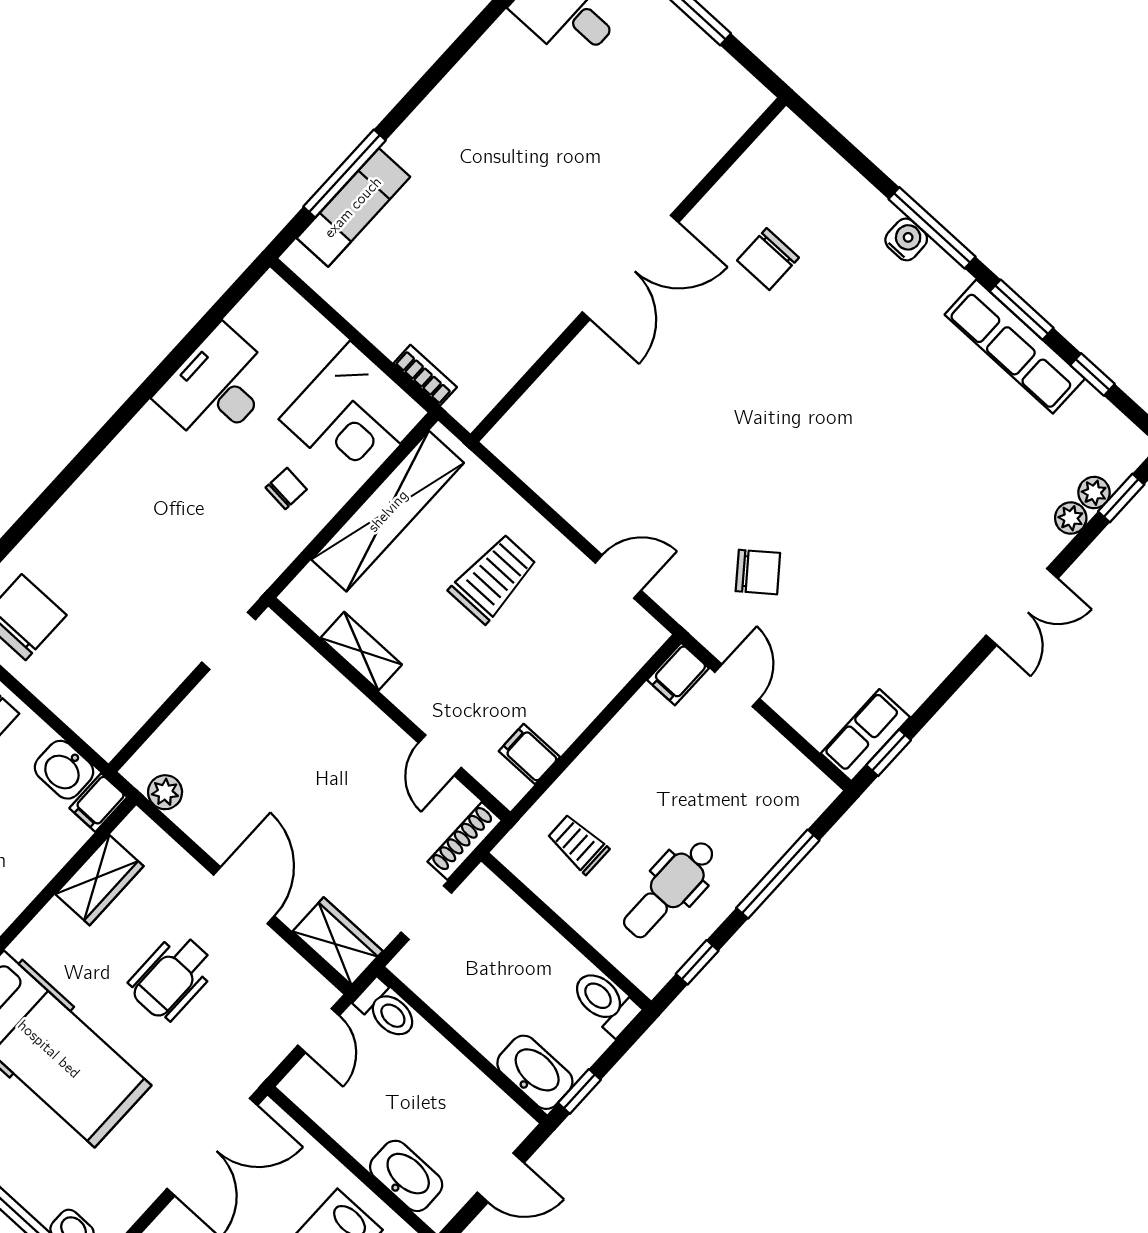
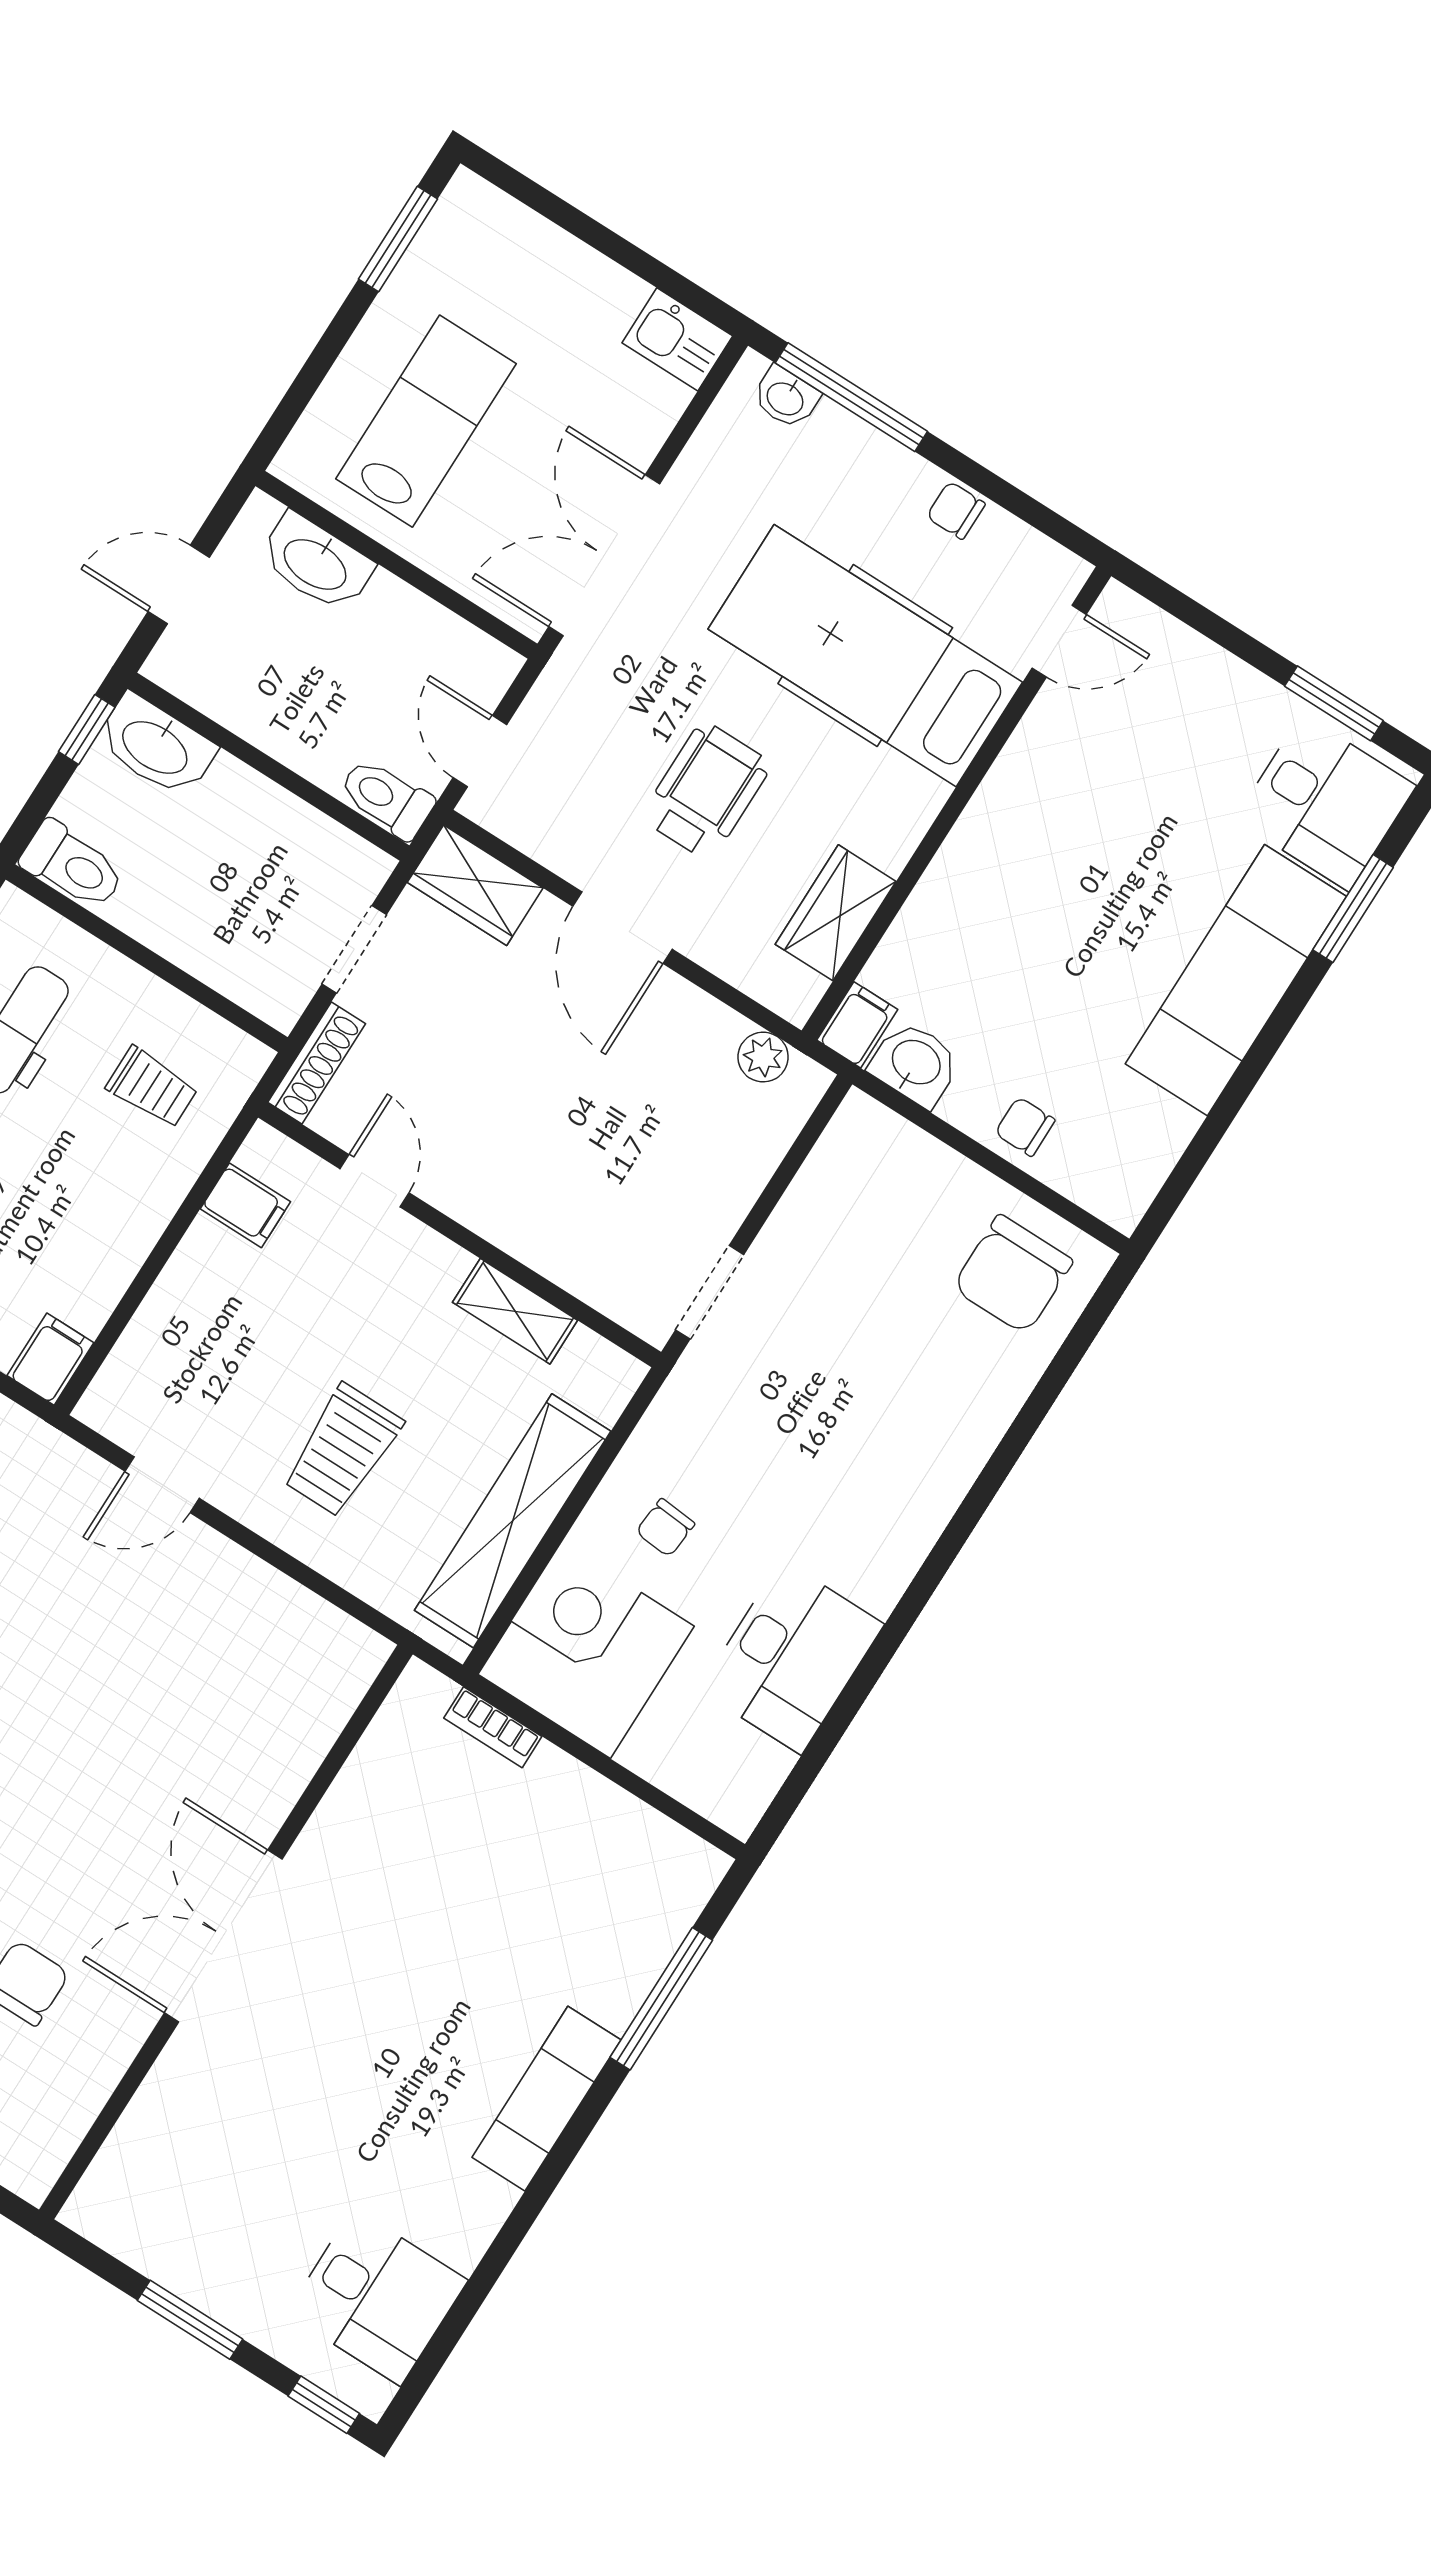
exam couch: (353, 207) -> (546, 2099), moved

